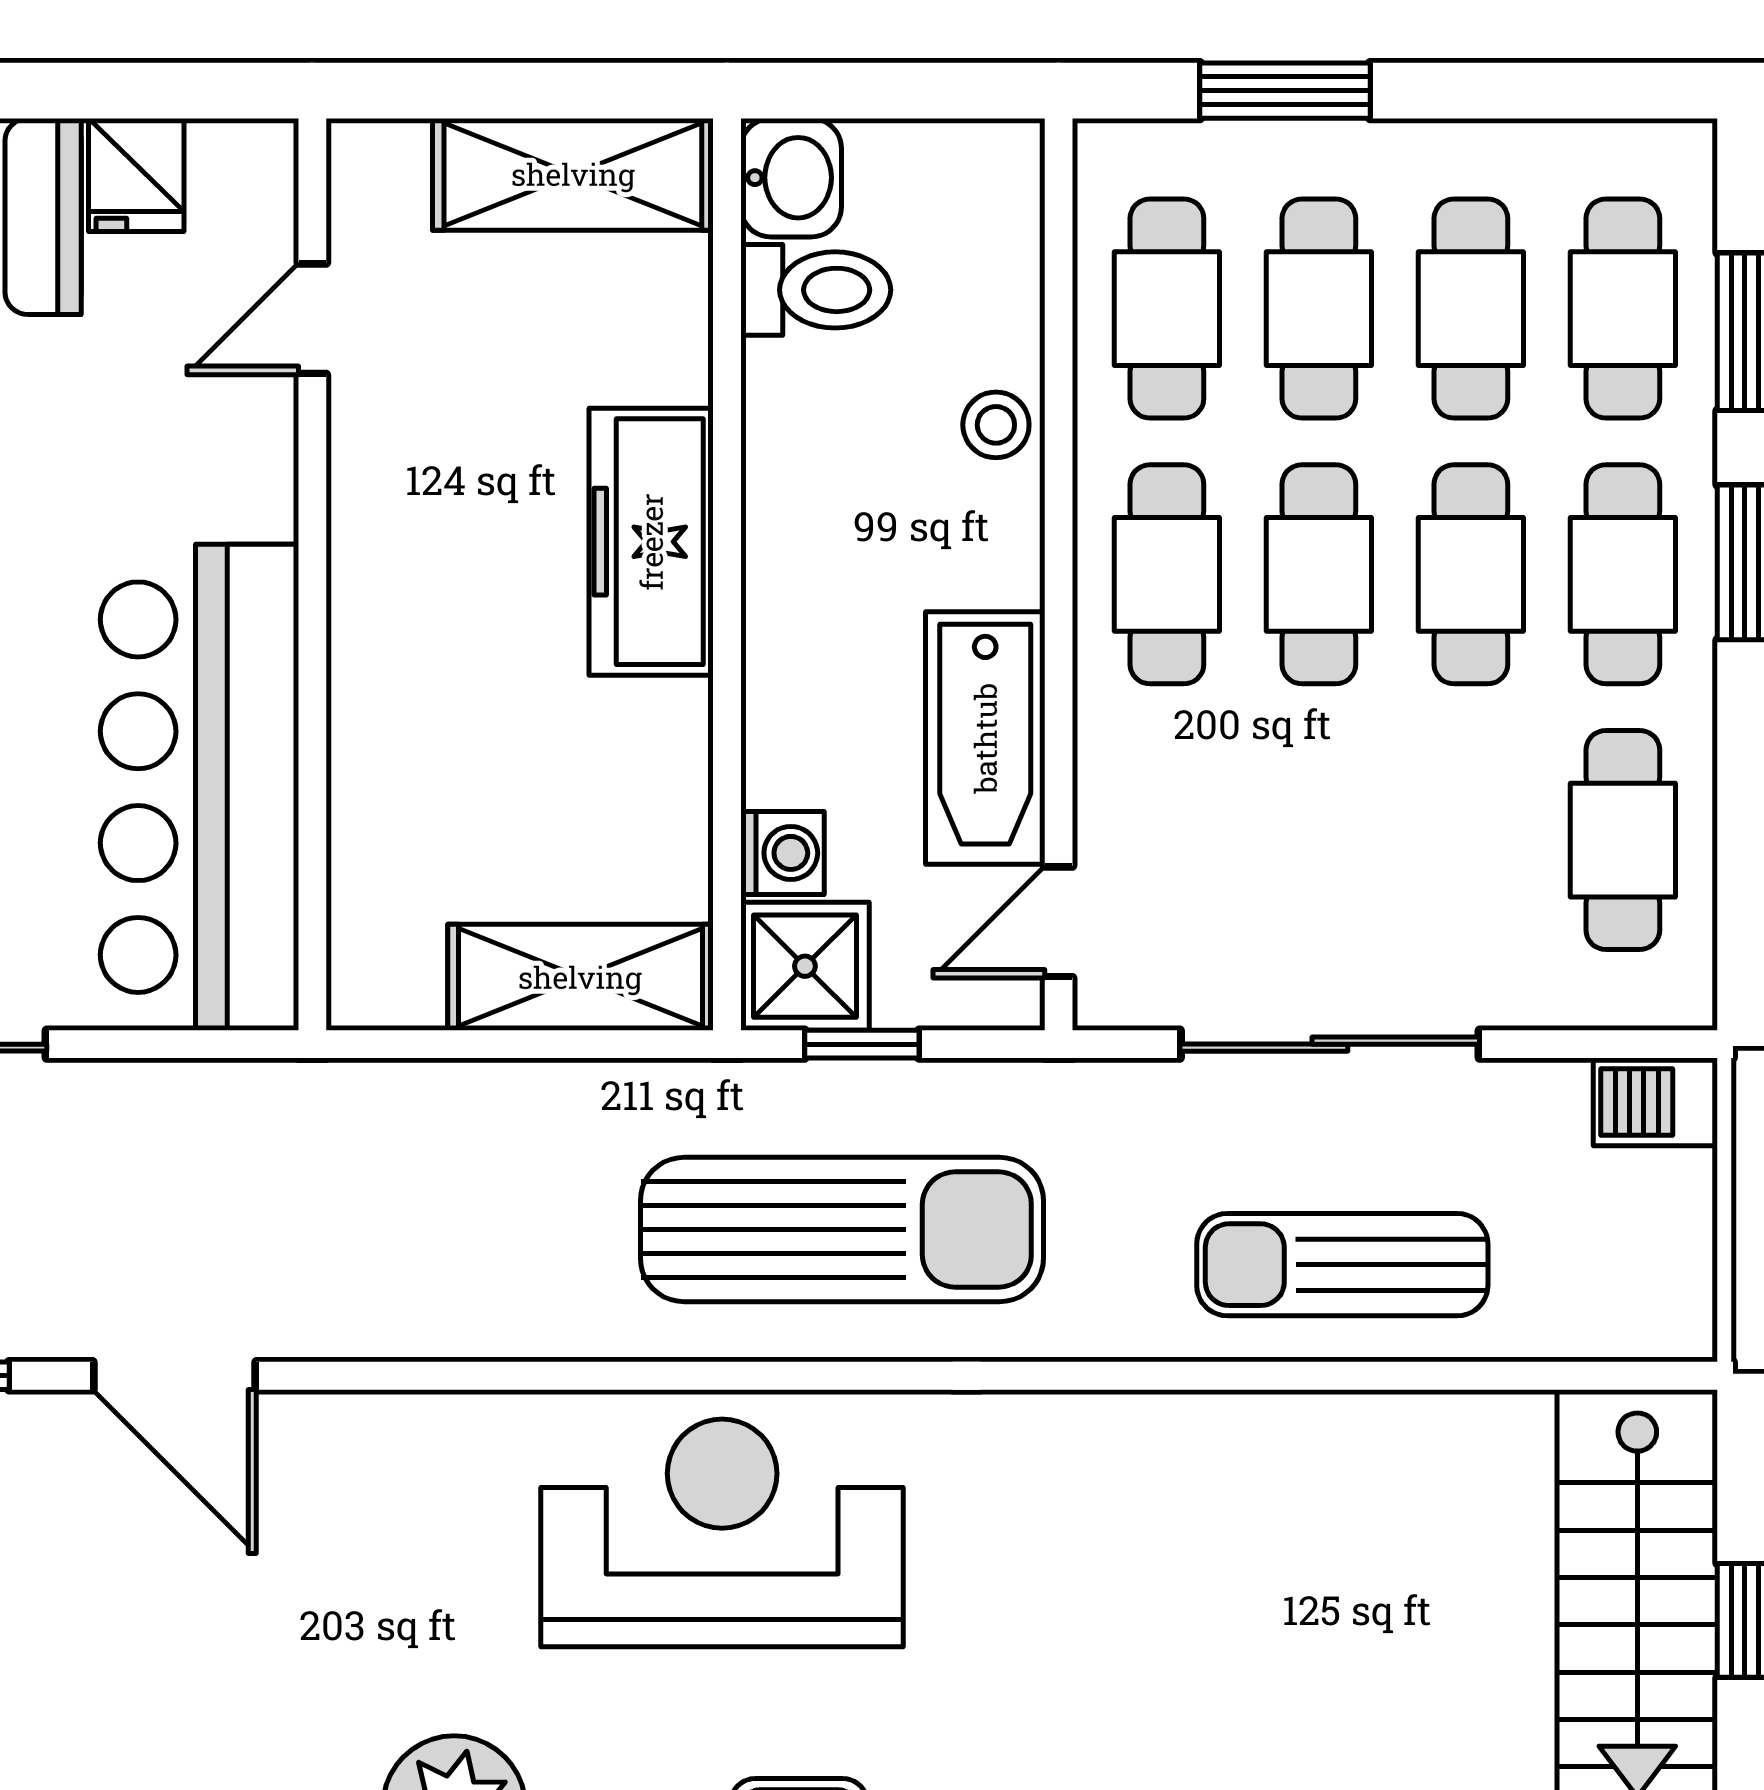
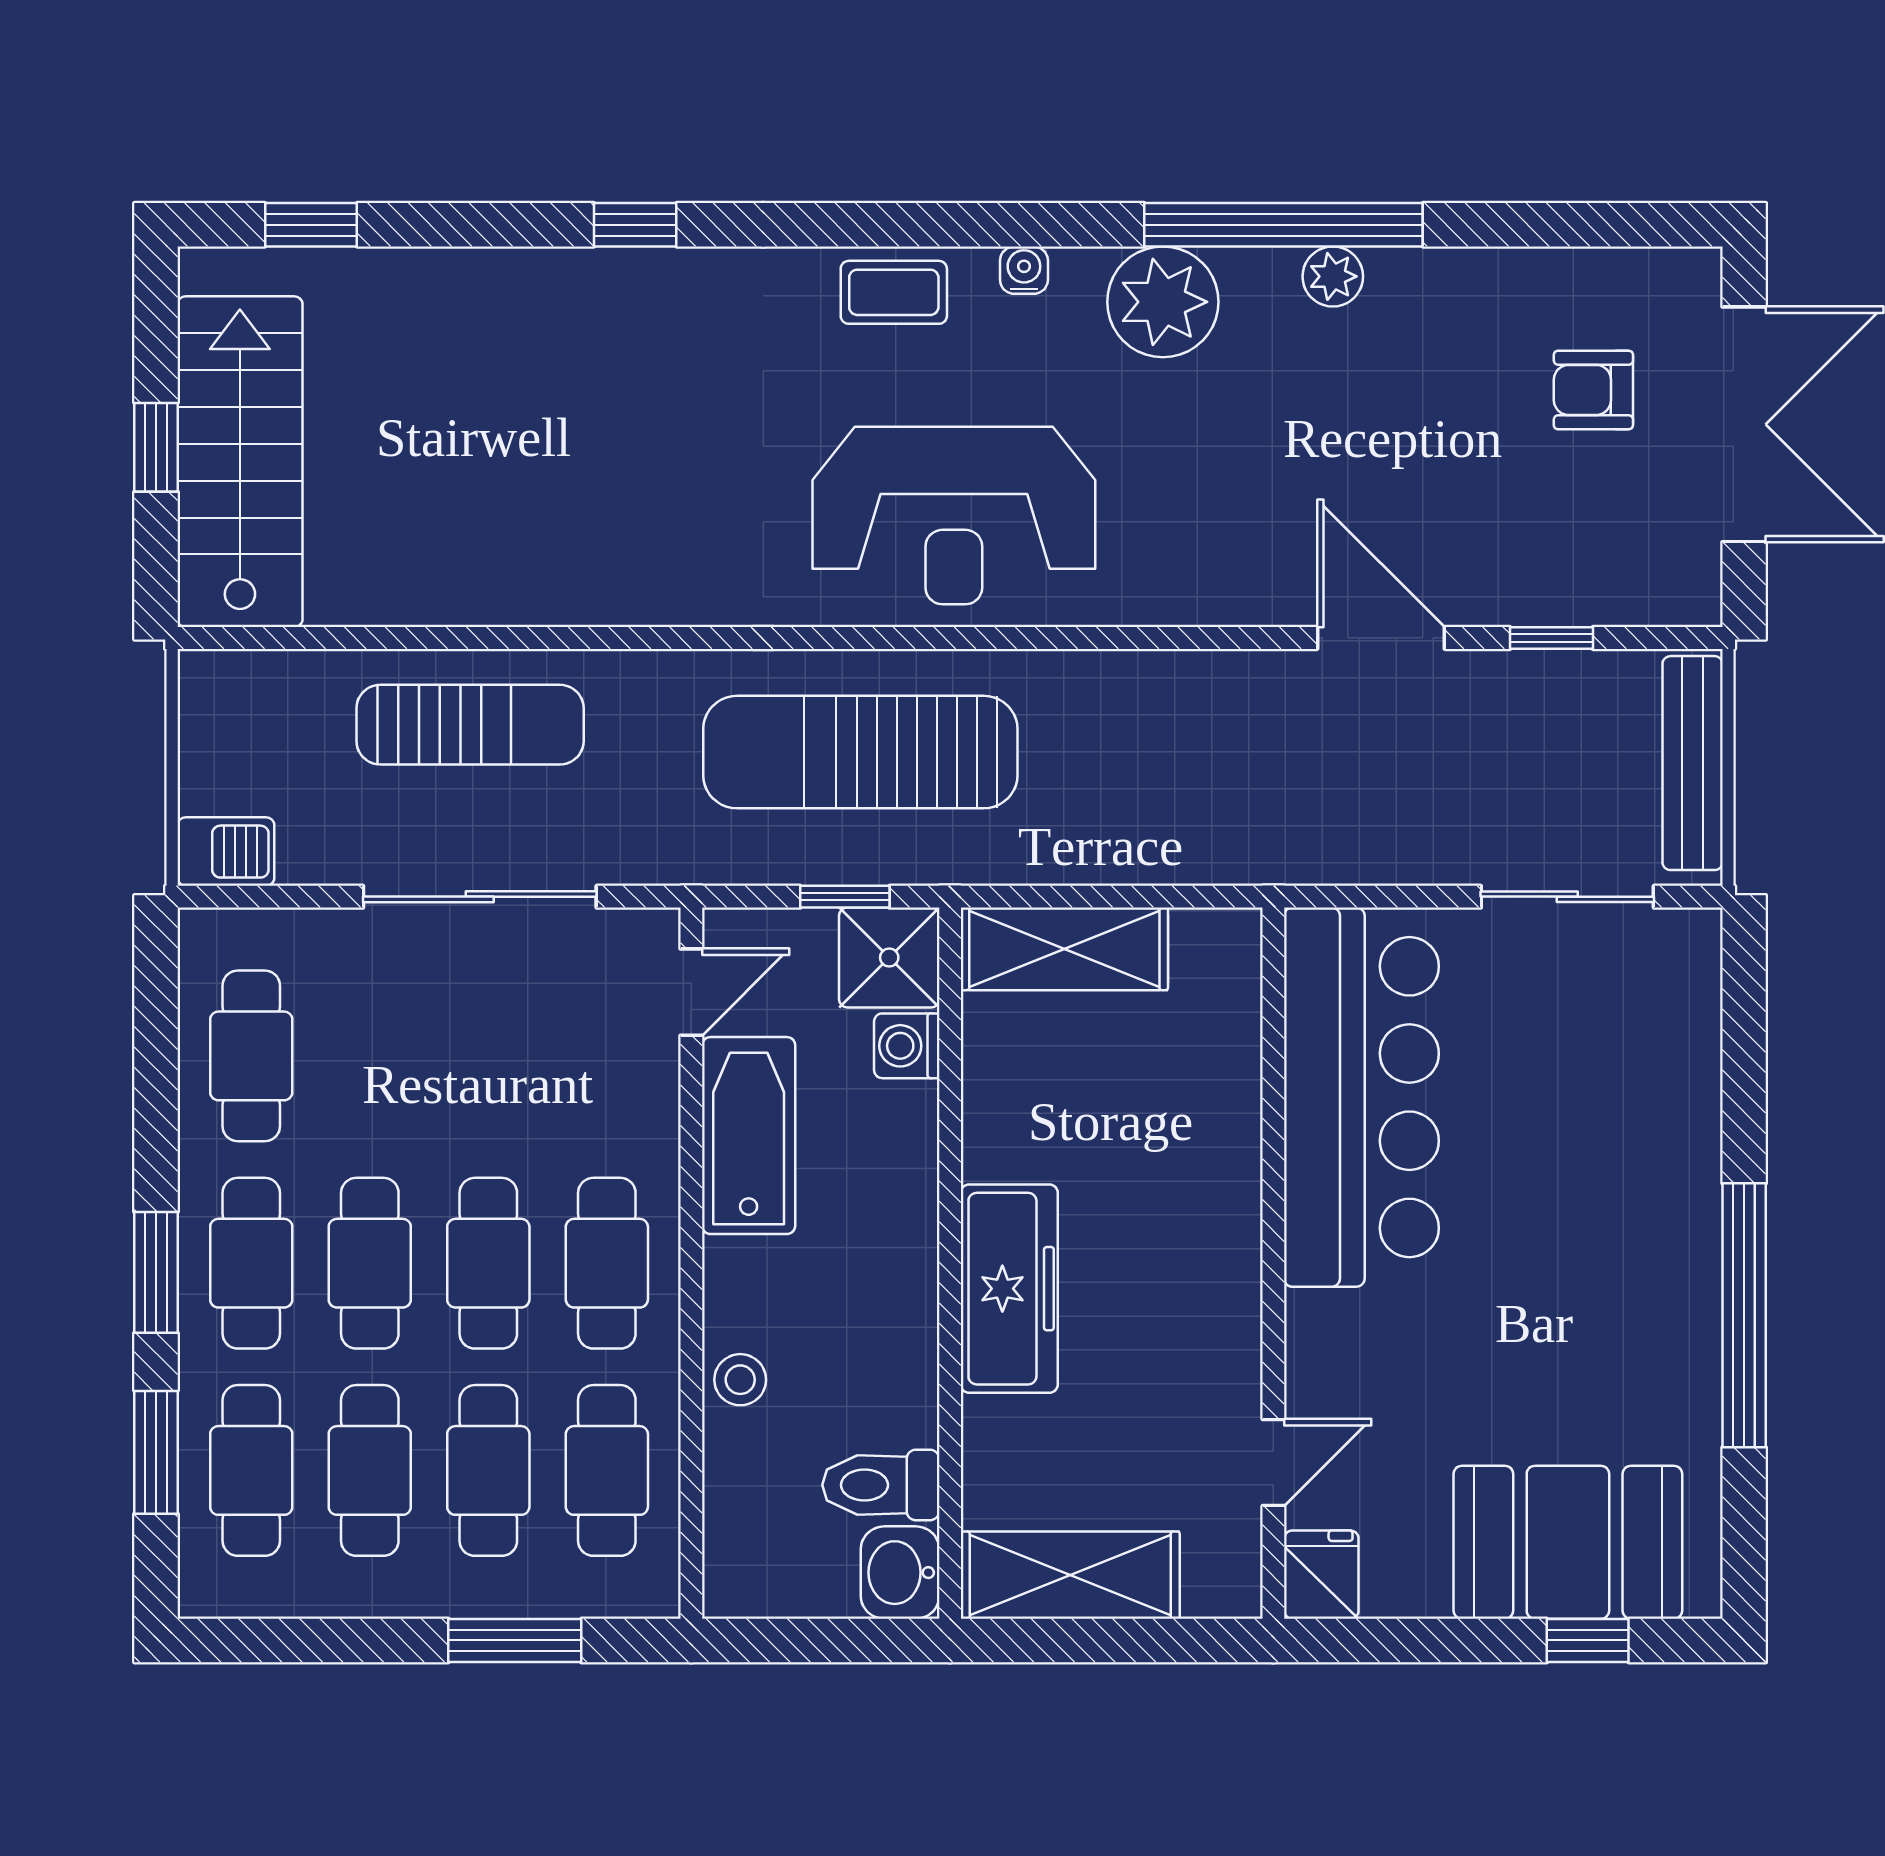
fridge: (136, 175) -> (1321, 1575), moved

